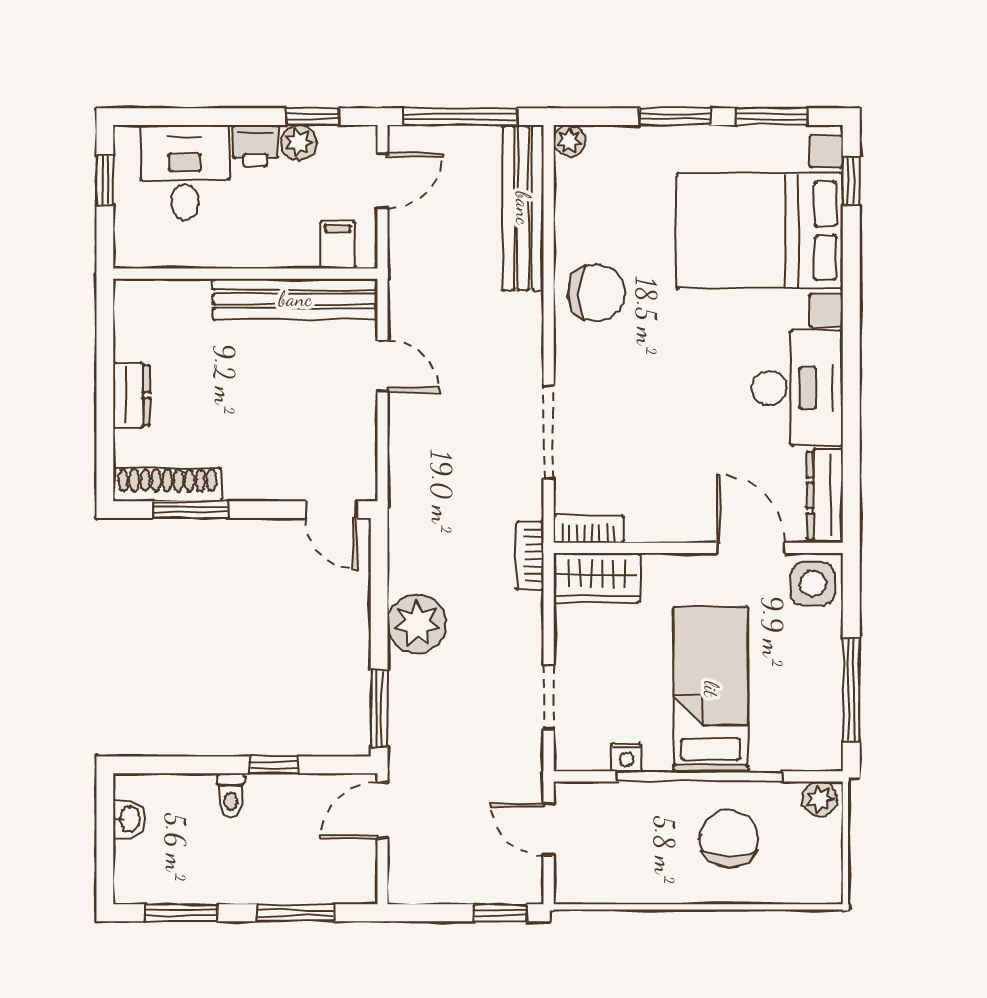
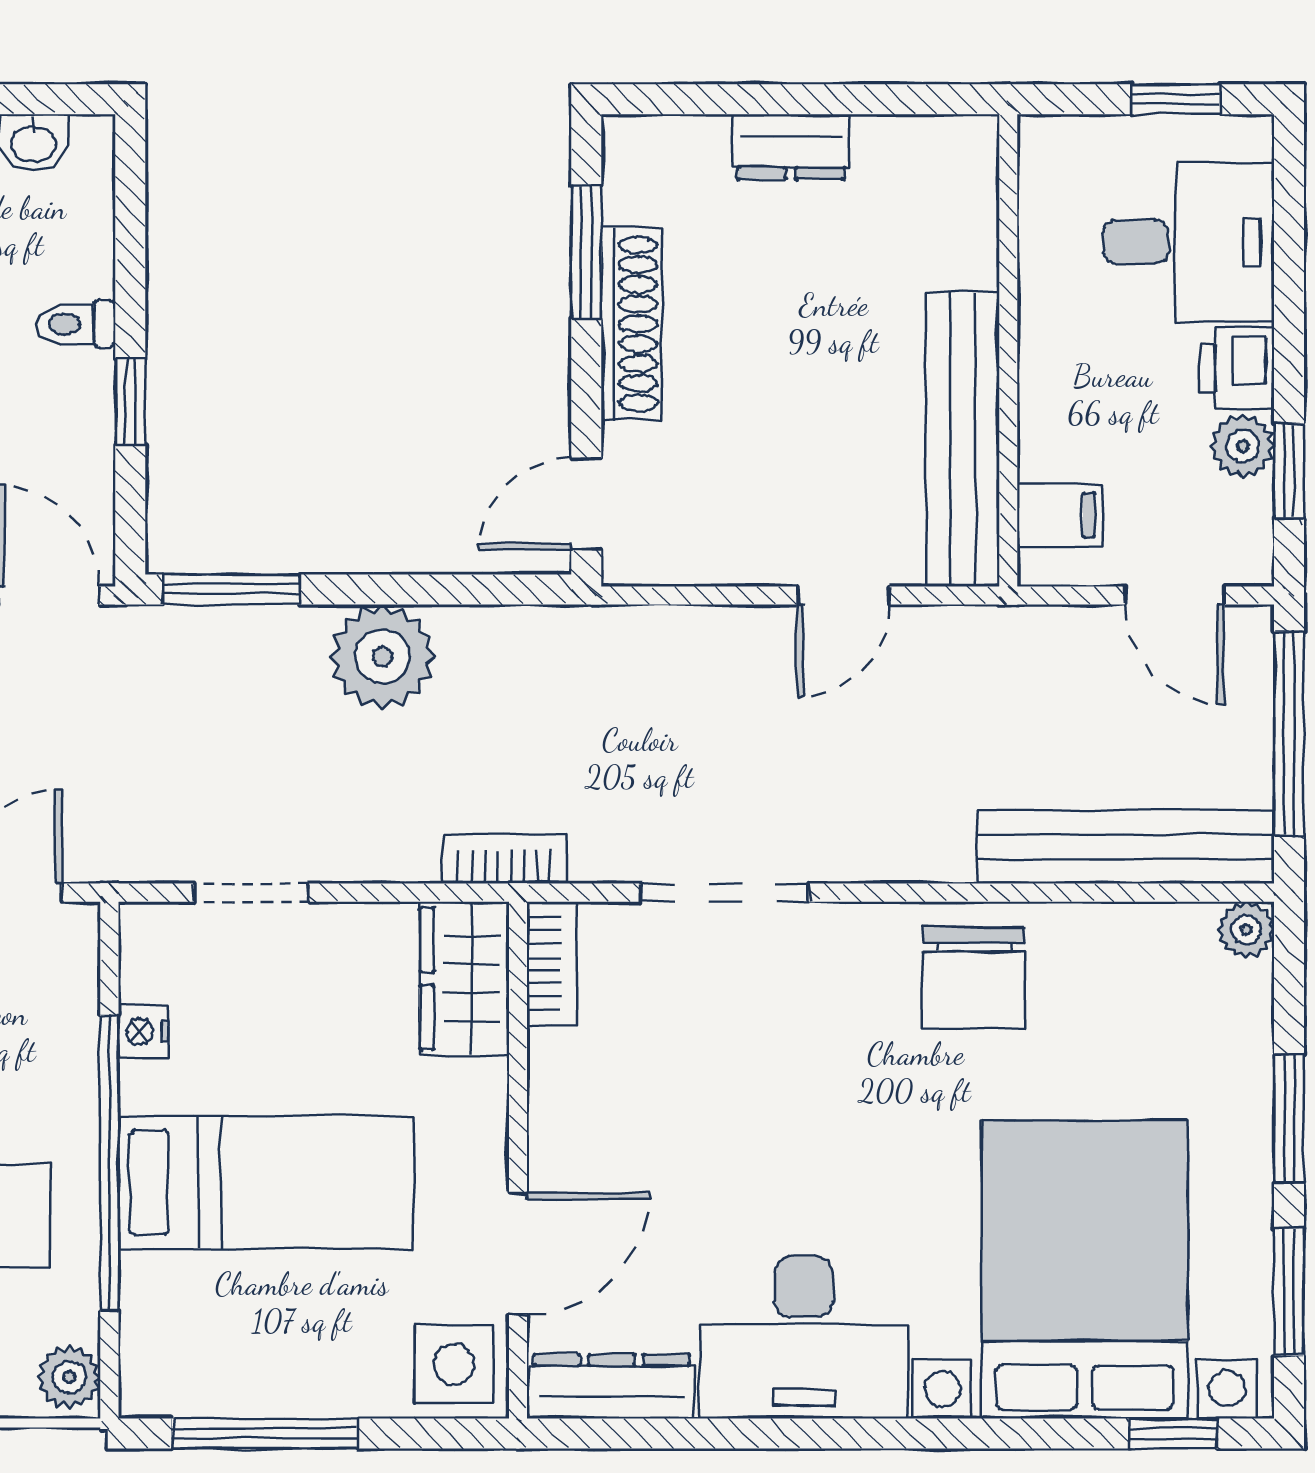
shoe rack: (167, 485) -> (631, 324), moved

